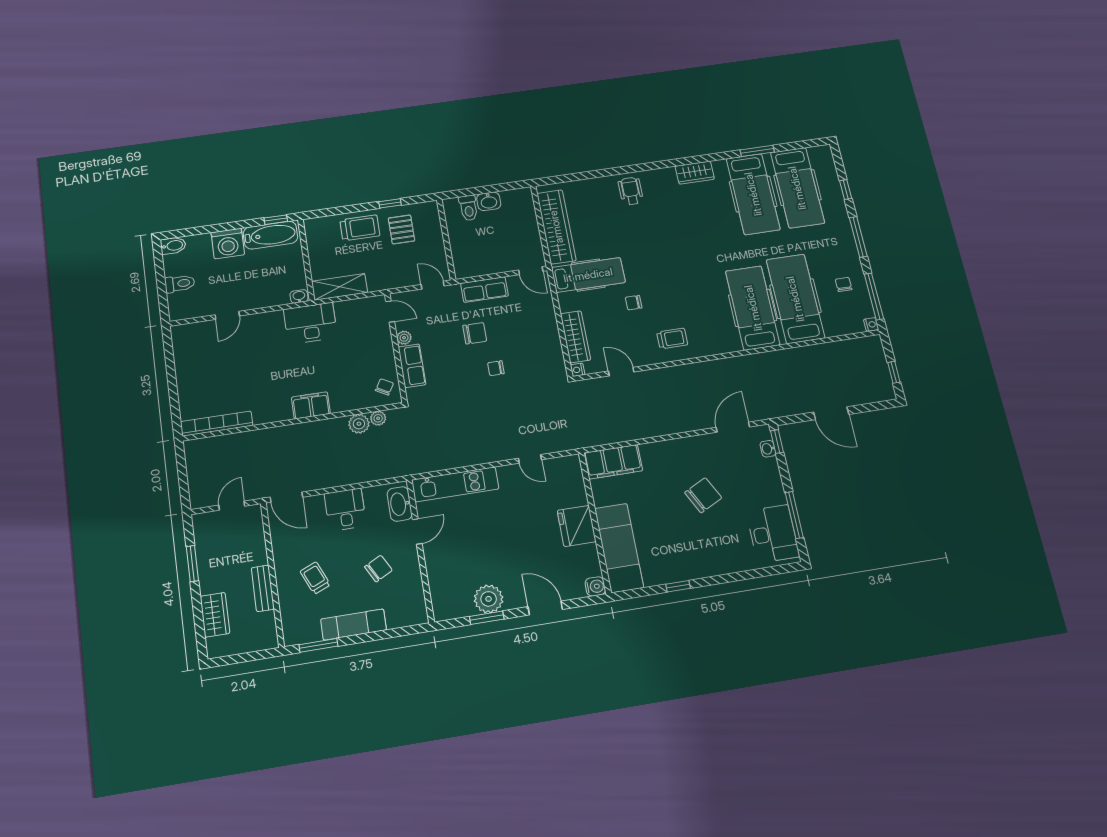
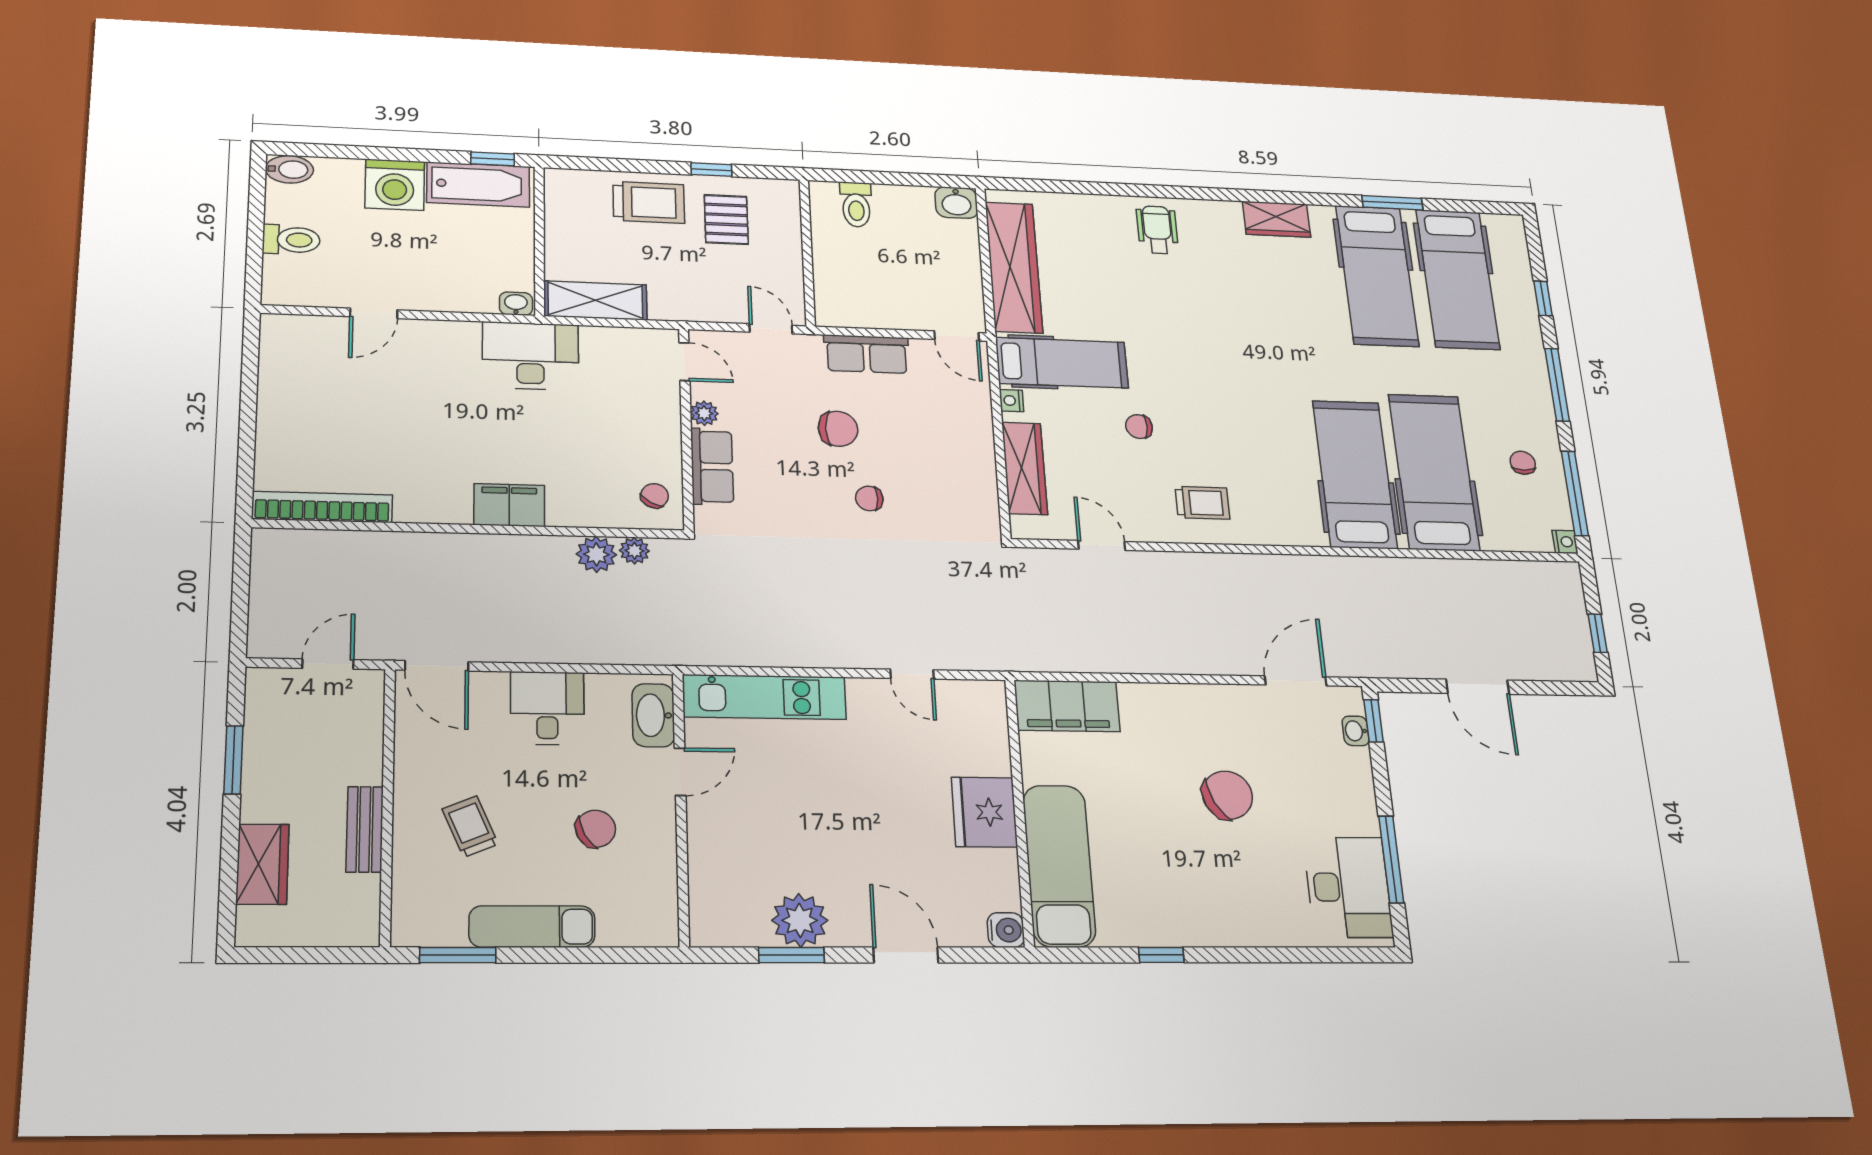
washbasin: (489, 201) -> (956, 203), moved
nightstand: (578, 370) -> (1011, 401), moved

